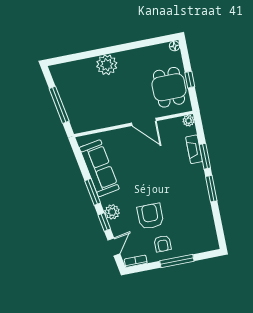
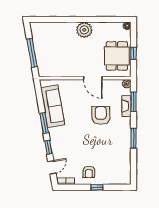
plant: (107, 65) -> (84, 30), moved
window: (205, 156) -> (134, 102), moved
plant: (112, 212) -> (56, 141), removed
armchair: (150, 216) -> (101, 115), moved
window: (177, 261) -> (97, 187), width x0.46

